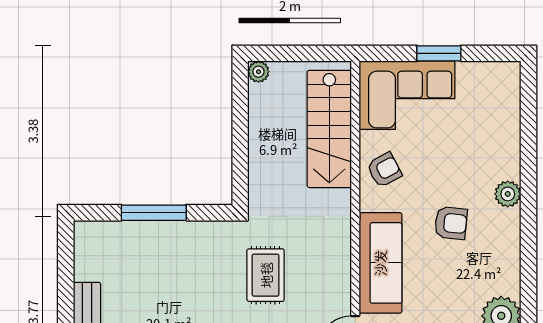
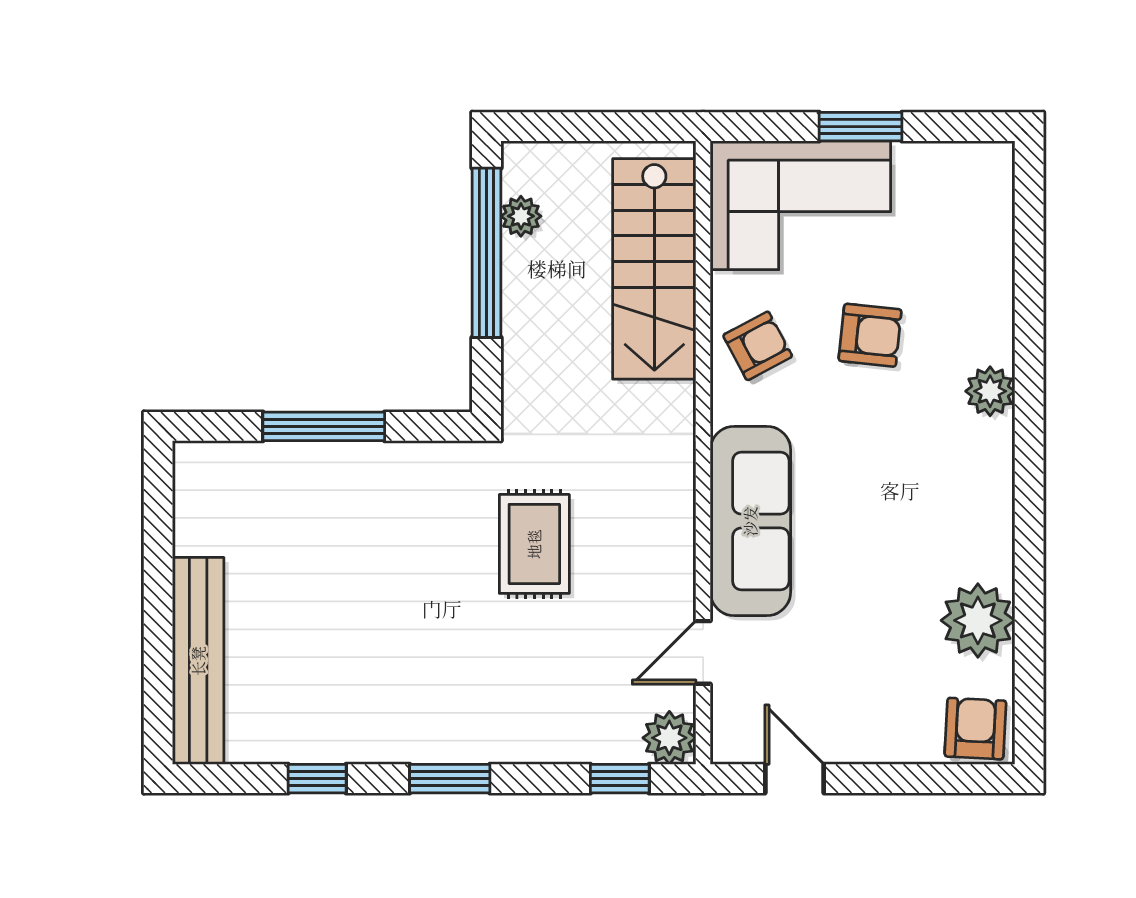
plant: (258, 72) -> (521, 216), moved
window: (240, 120) -> (487, 253), added
armchair: (451, 223) -> (870, 335), moved

